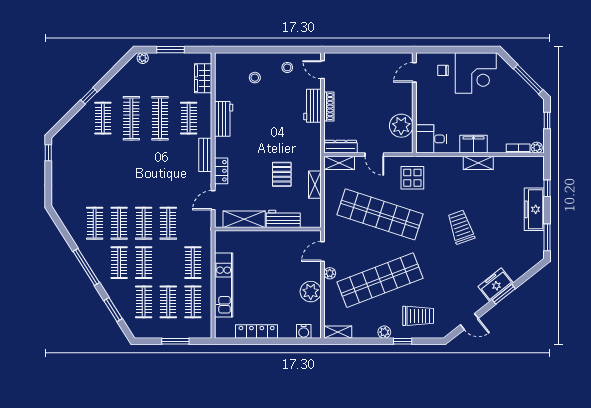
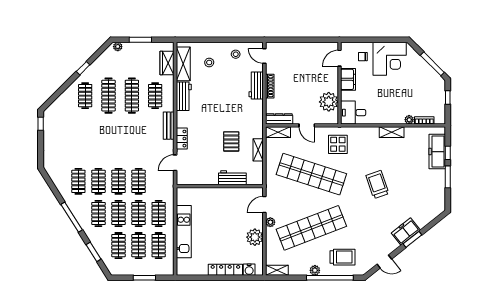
window: (89, 96) -> (83, 68), moved
filing cabinet: (474, 144) -> (348, 79), moved, turned 90
plant: (537, 148) -> (409, 120), moved
freezer: (534, 209) -> (437, 152), moved
shelving: (244, 219) -> (183, 64), moved, turned 90
window: (547, 237) -> (448, 177), moved
clothes rail: (168, 263) -> (139, 213), added
locker: (257, 331) -> (225, 270), moved
window: (403, 341) -> (330, 278), width x3.17

